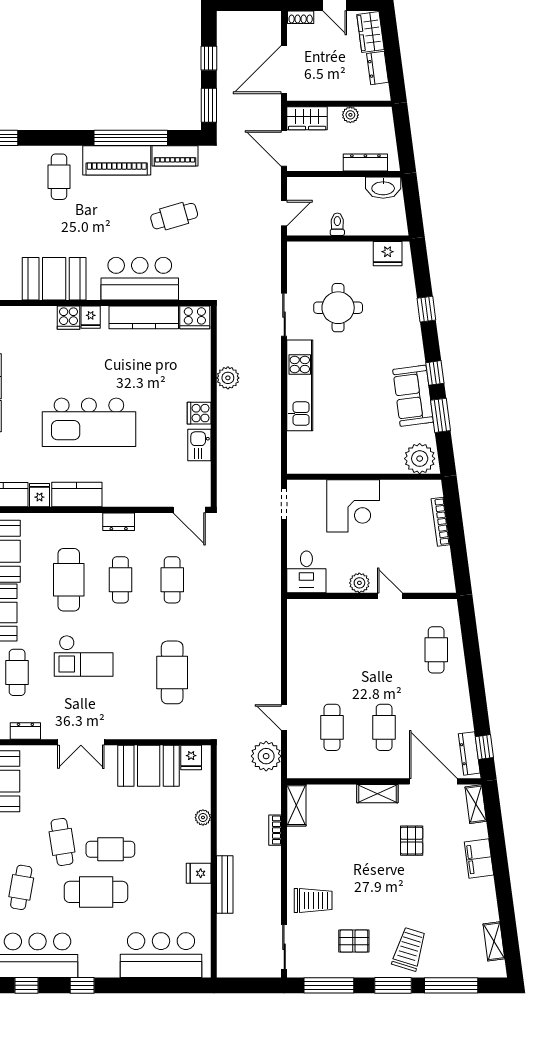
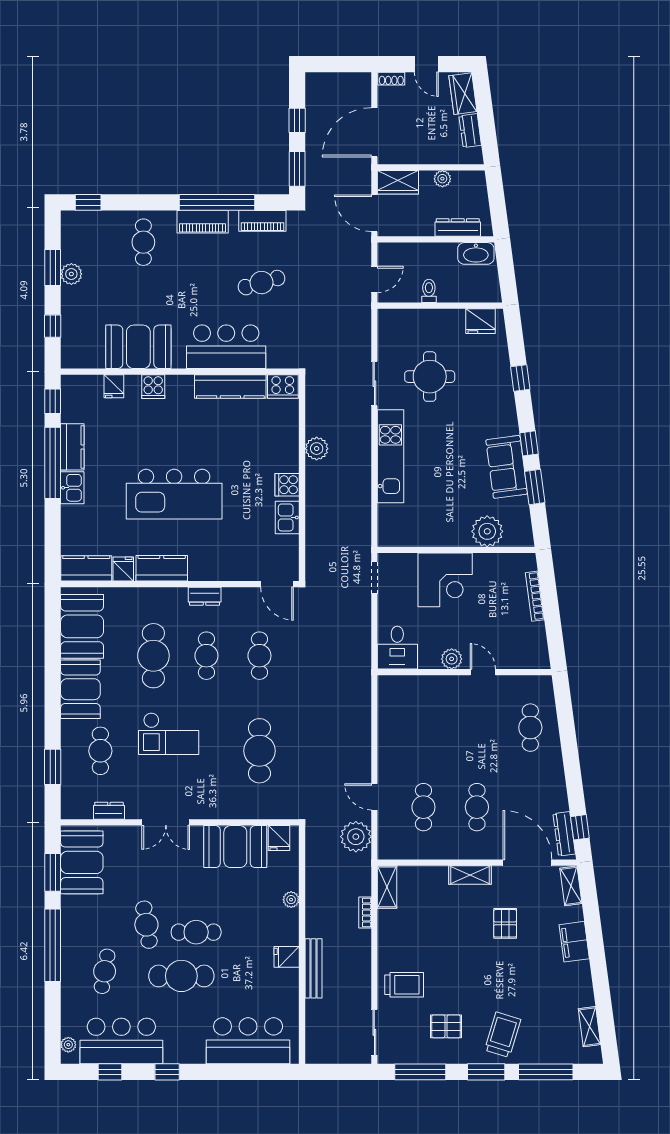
piano: (117, 160) -> (203, 222), width x0.73, depth x0.75
fridge: (91, 317) -> (114, 386), moved
plant: (420, 459) -> (487, 531), moved

